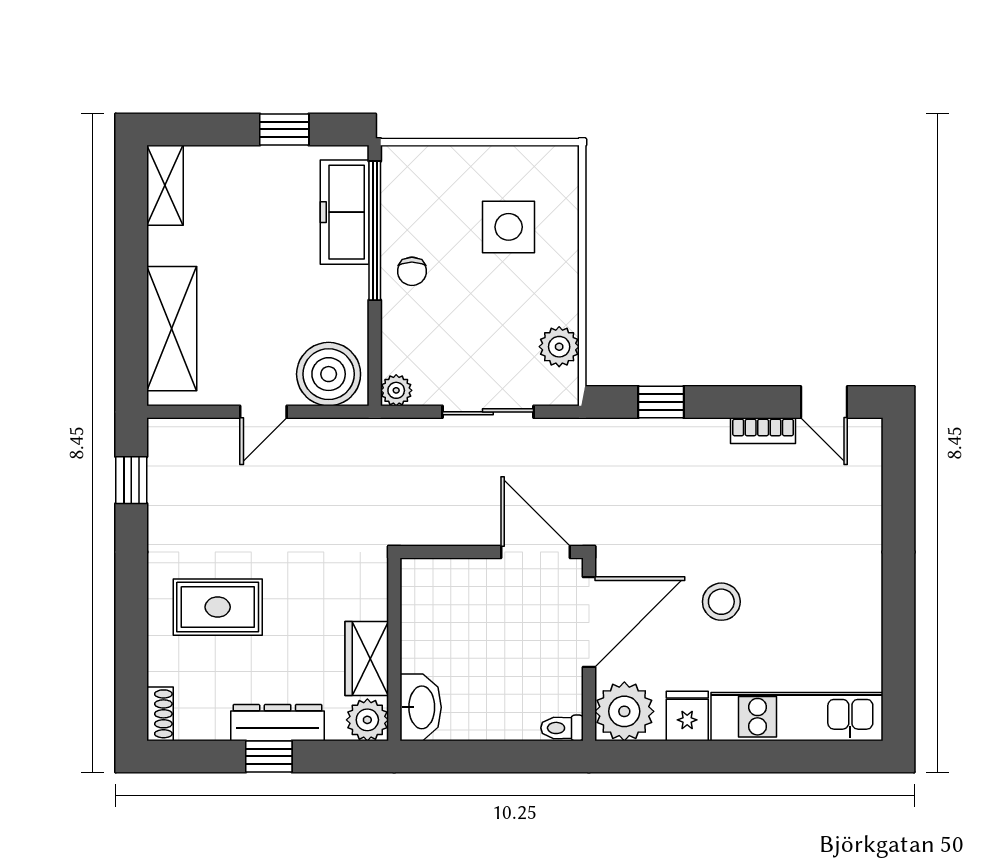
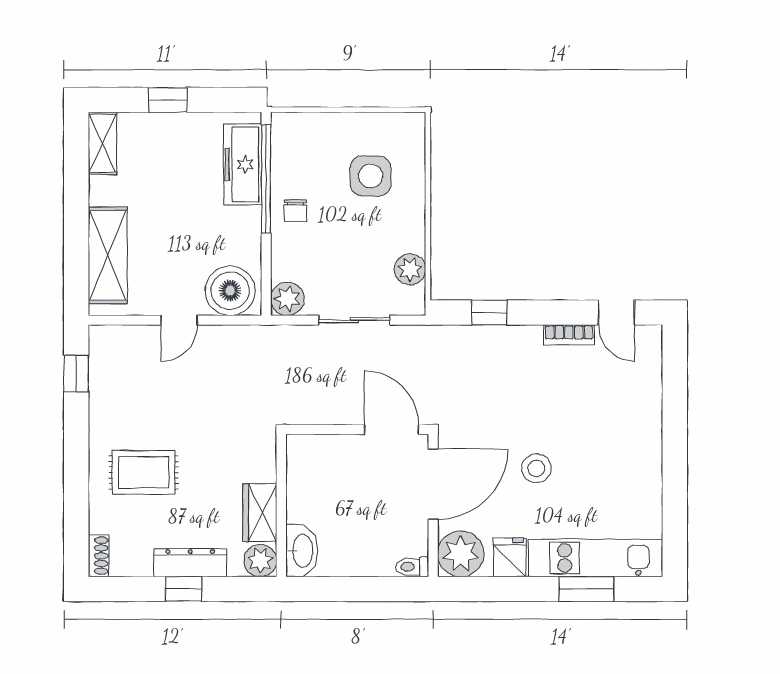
window: (284, 129) -> (168, 100), moved
plant: (396, 390) -> (287, 299), width x1.38, depth x1.38
window: (785, 756) -> (586, 589), added

